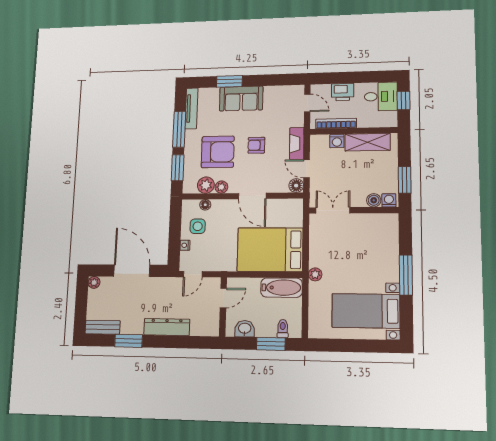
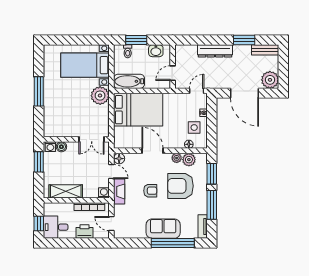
window: (229, 81) -> (173, 243), width x2.11
tv unit: (191, 108) -> (203, 227), width x0.71
washing machine: (337, 141) -> (104, 193), moved
plant: (315, 274) -> (100, 96), width x1.87, depth x1.87
plant: (94, 282) -> (270, 80), width x1.87, depth x1.87
bed with nightstands: (366, 311) -> (85, 65), moved, turned 180

